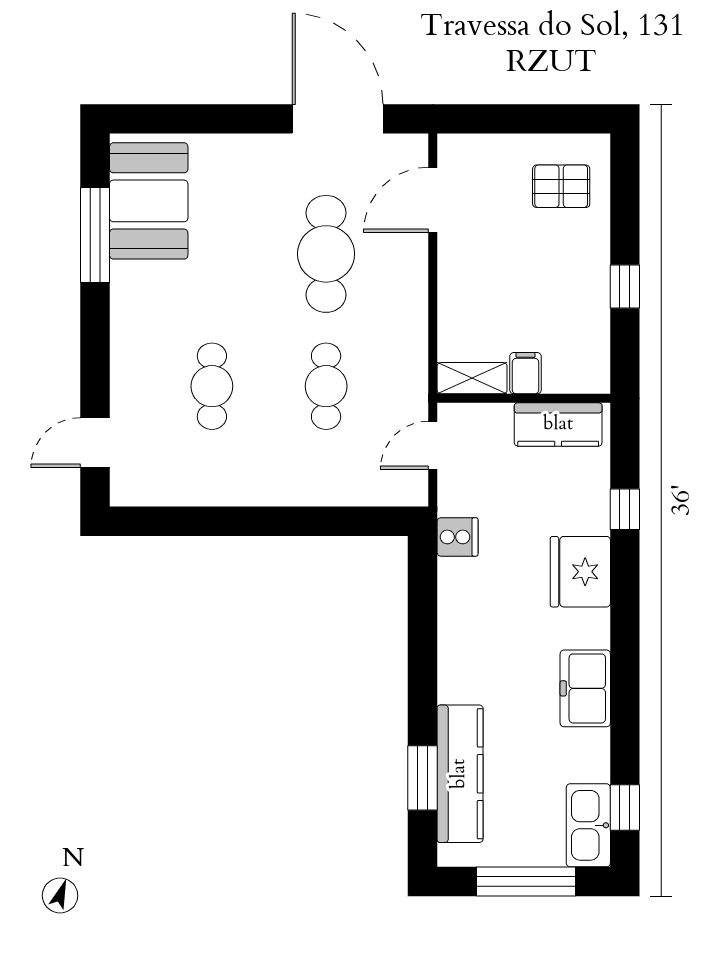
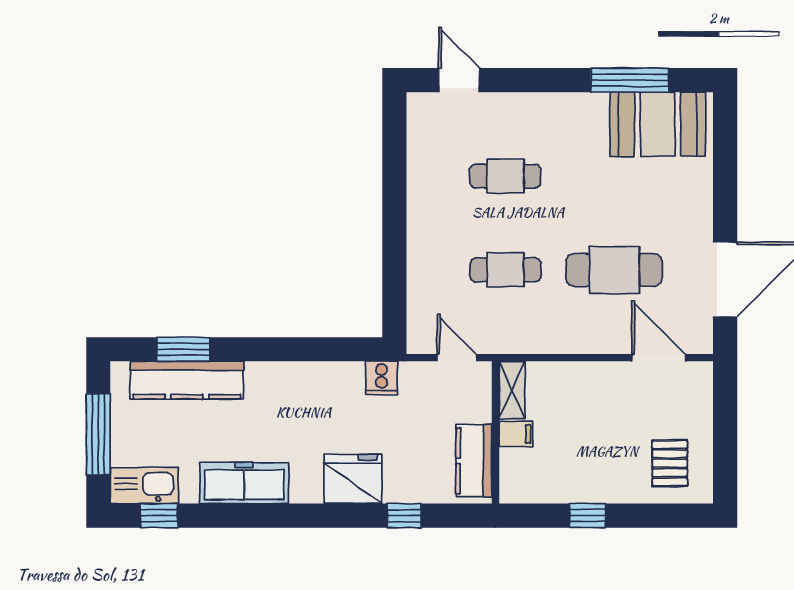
freezer: (585, 688) -> (244, 483), width x1.40

